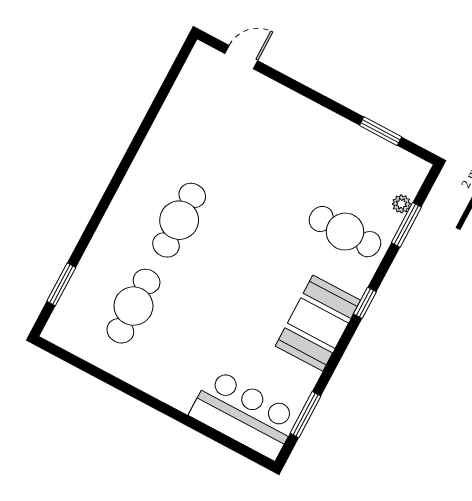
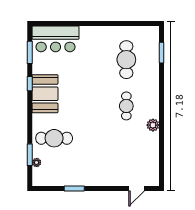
window: (381, 131) -> (74, 188), moved
plant: (149, 159) -> (153, 125), added
cafe table: (179, 220) -> (126, 106), width x0.73, depth x0.74
window: (365, 303) -> (30, 84), moved

